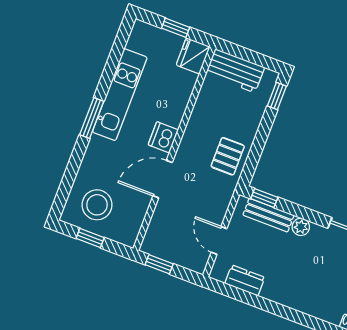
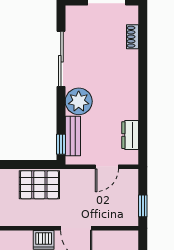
pallet: (228, 156) -> (39, 185), width x1.50, depth x1.42
plant: (301, 227) -> (79, 101), width x1.88, depth x1.88

